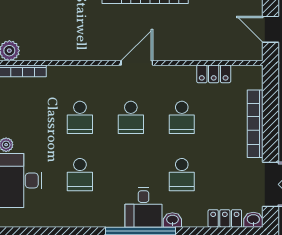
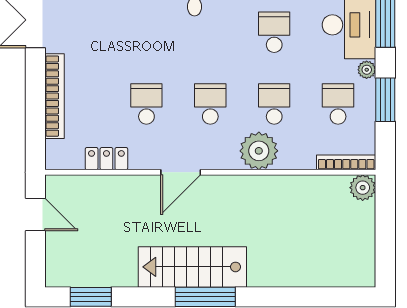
door: (137, 63) -> (181, 172), moved
plant: (92, 80) -> (259, 151), added
school desk: (182, 175) -> (338, 104), moved

